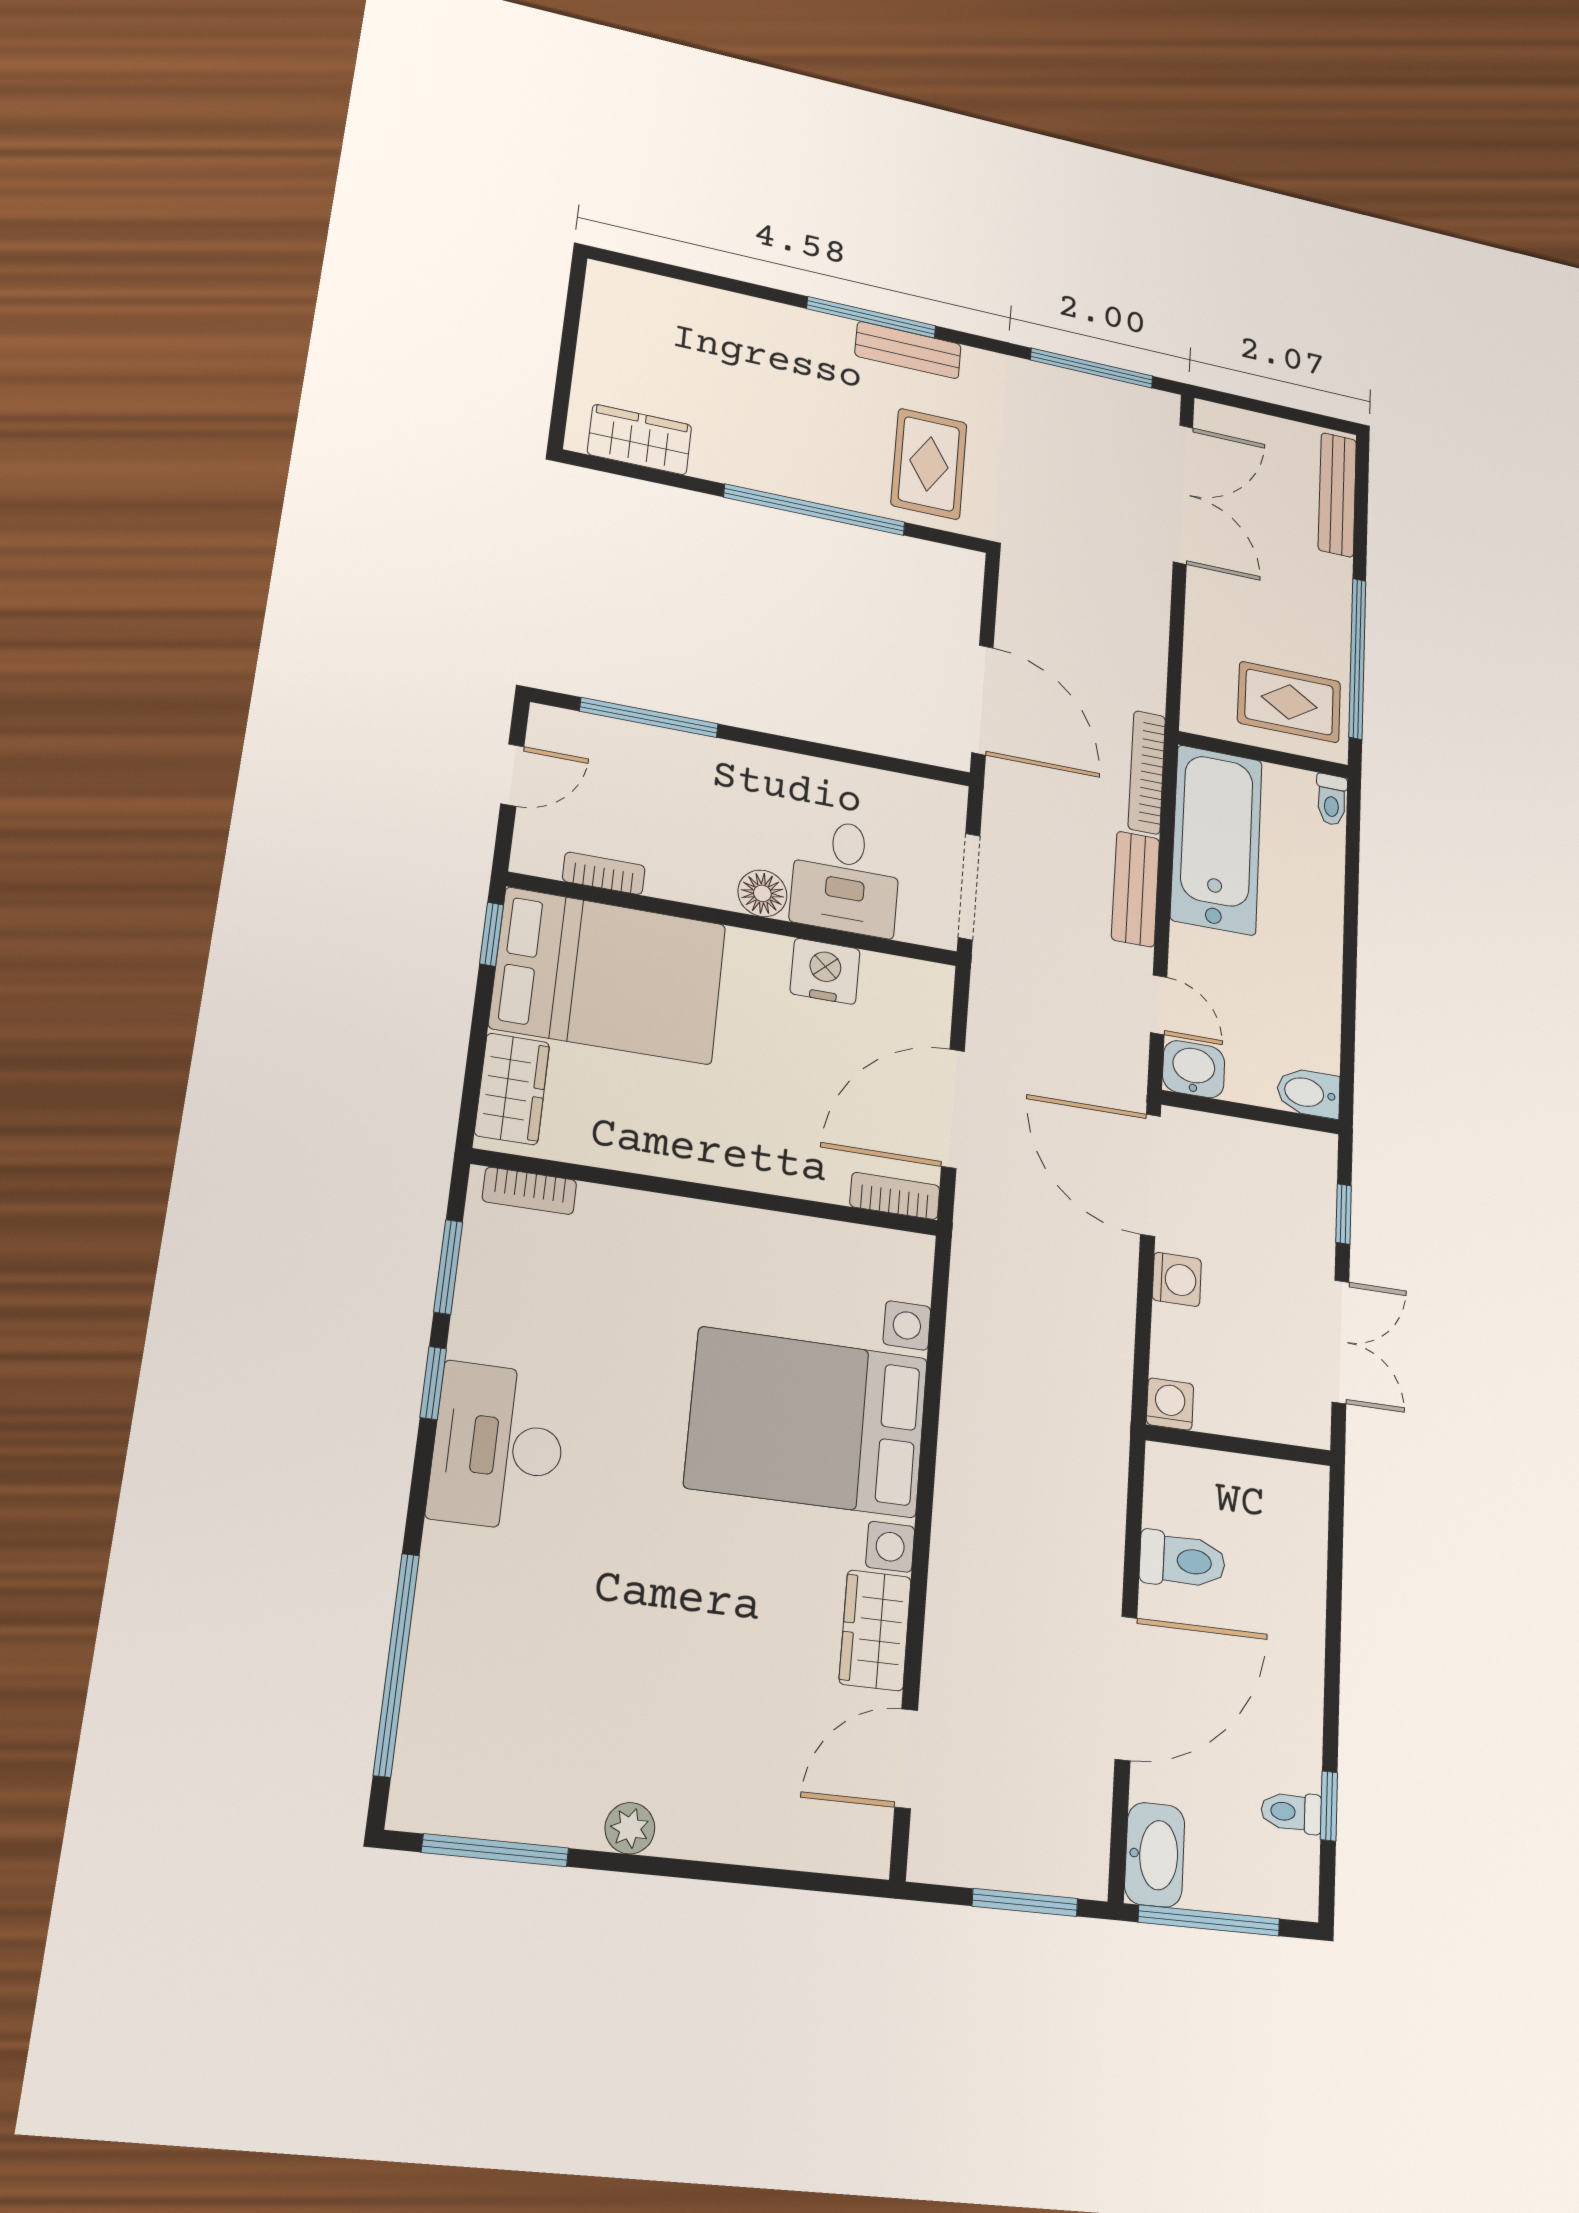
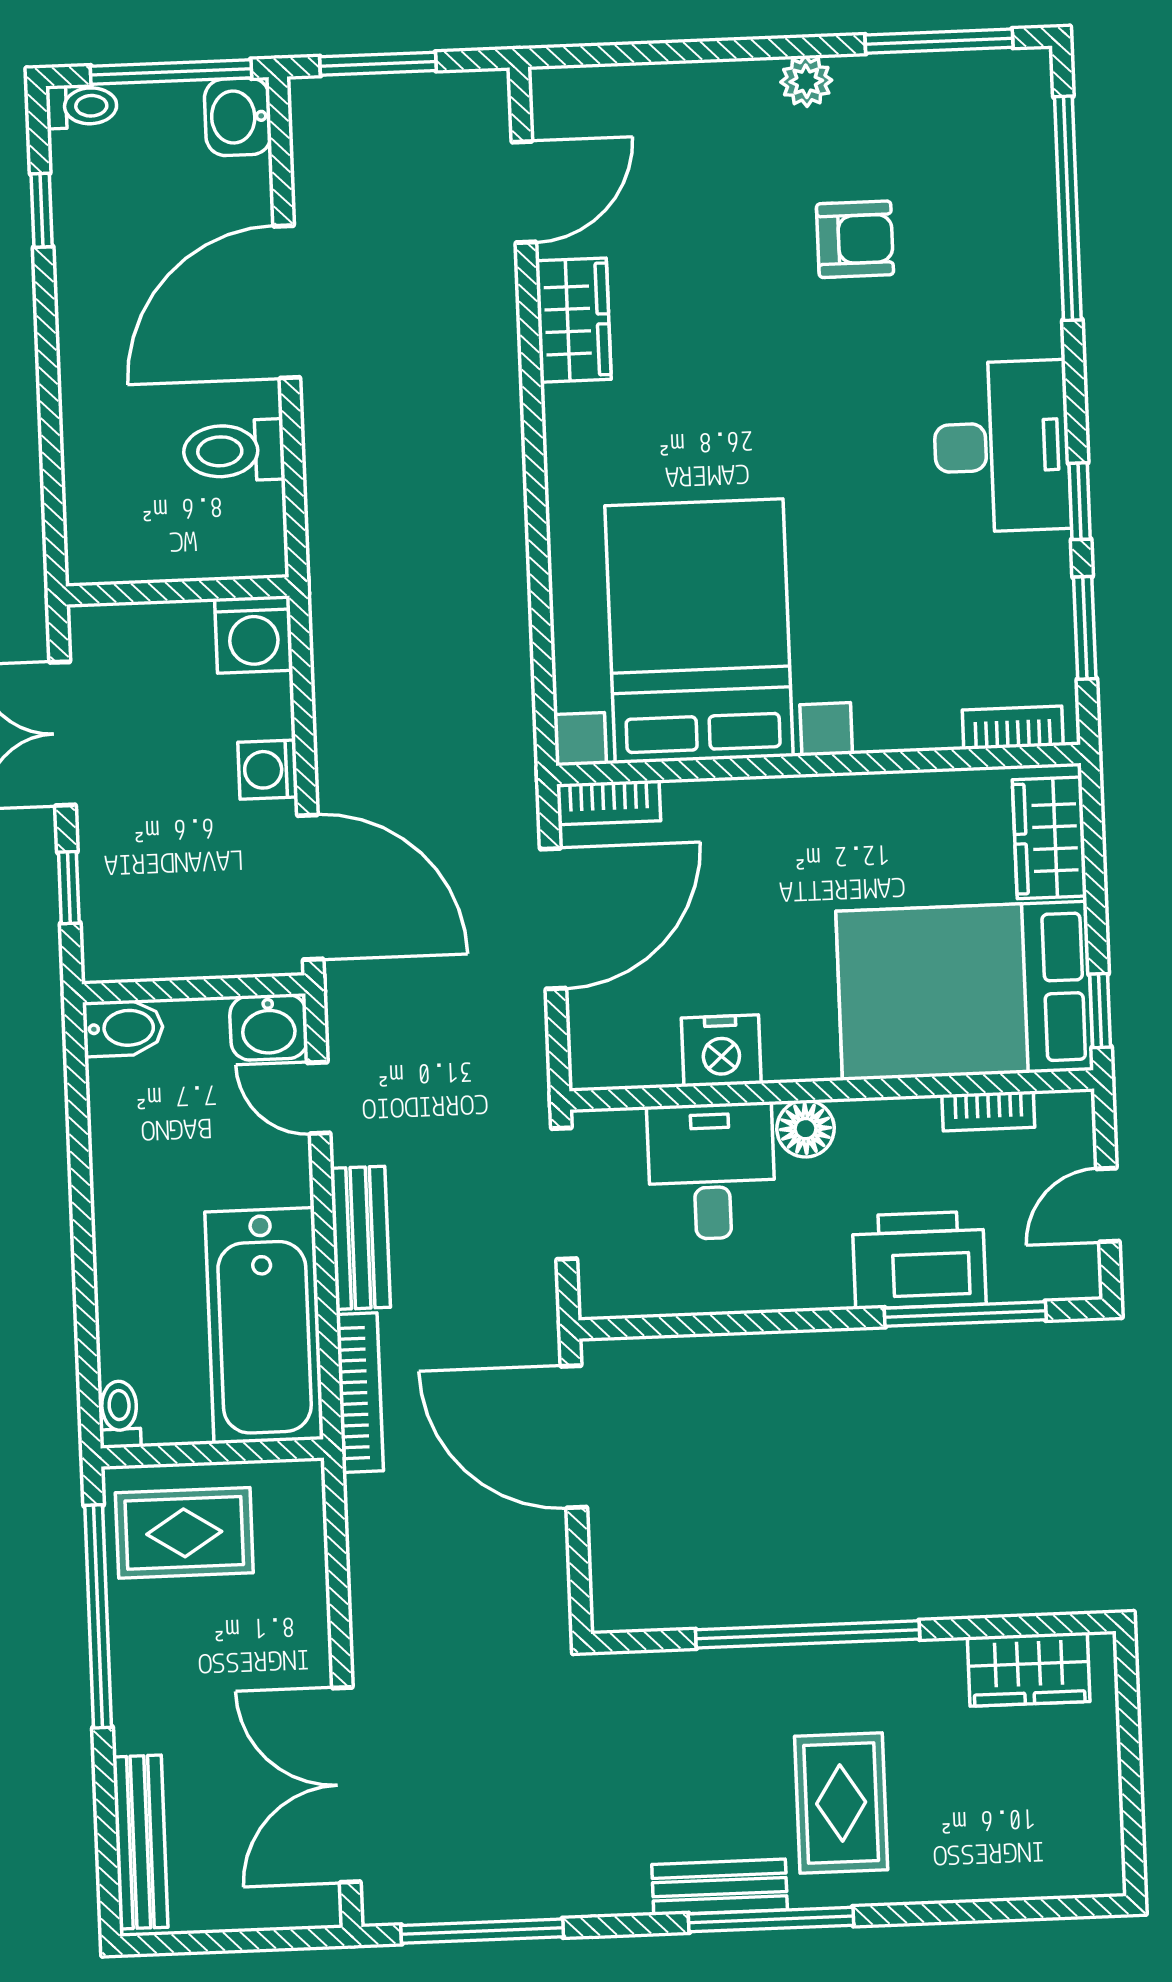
rug: (929, 464) -> (841, 1803), moved
printer: (682, 768) -> (919, 1260), added
washing machine: (1170, 1404) -> (254, 634), width x1.38, depth x1.38
bed with nightstands: (807, 1422) -> (699, 631), moved, turned -90
armchair: (606, 1666) -> (855, 239), added
toilet: (1291, 1812) -> (82, 106), moved
washbasin: (1155, 1855) -> (238, 117), width x0.72

